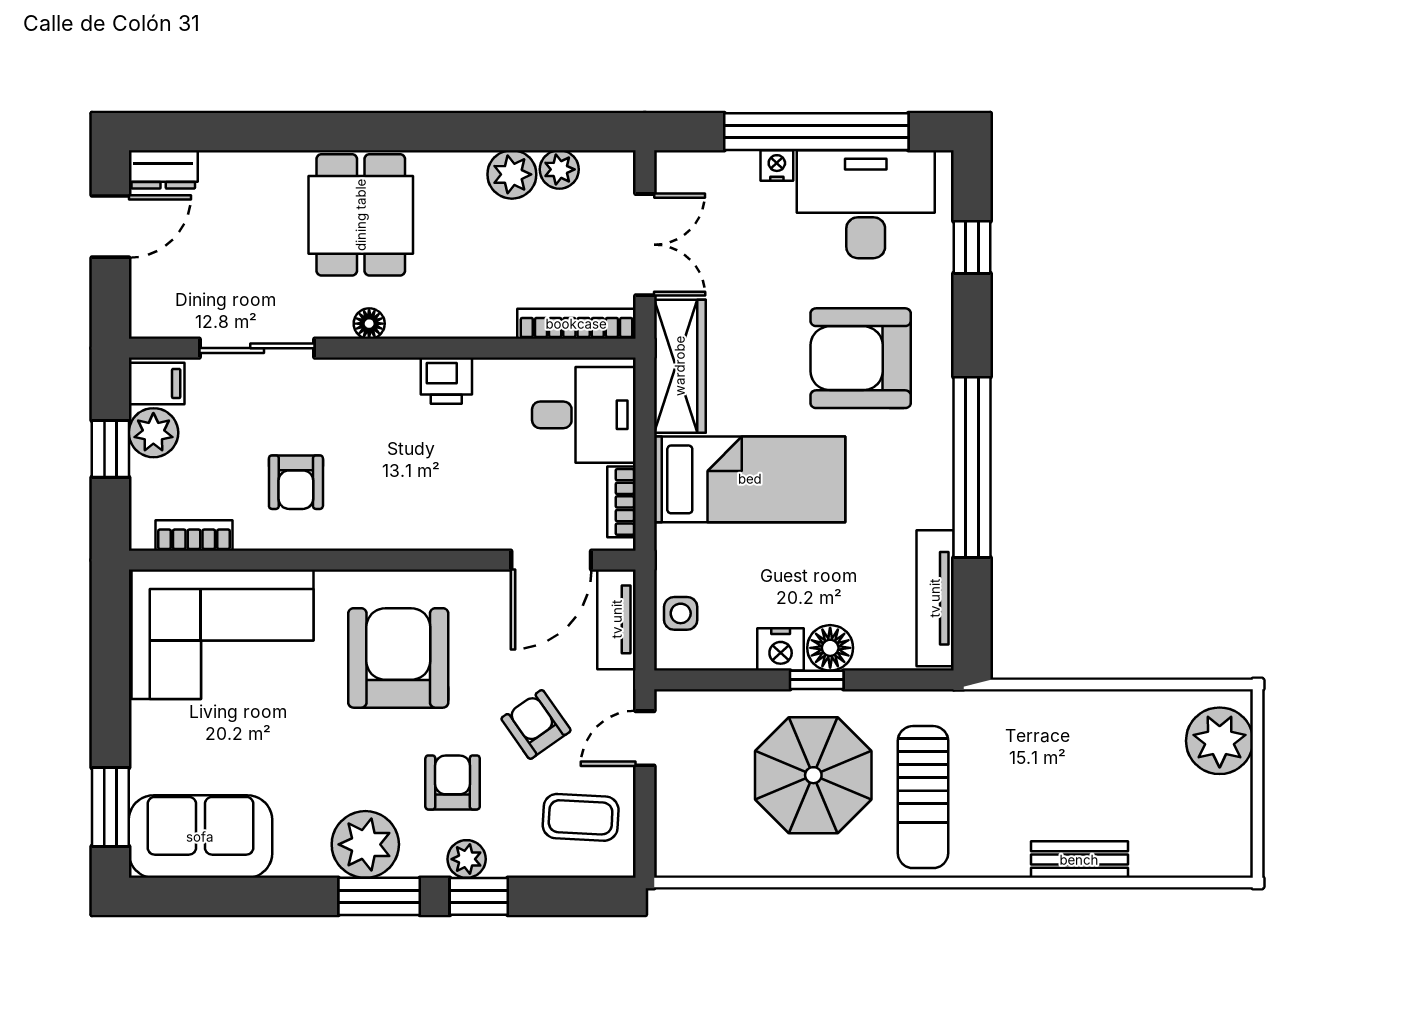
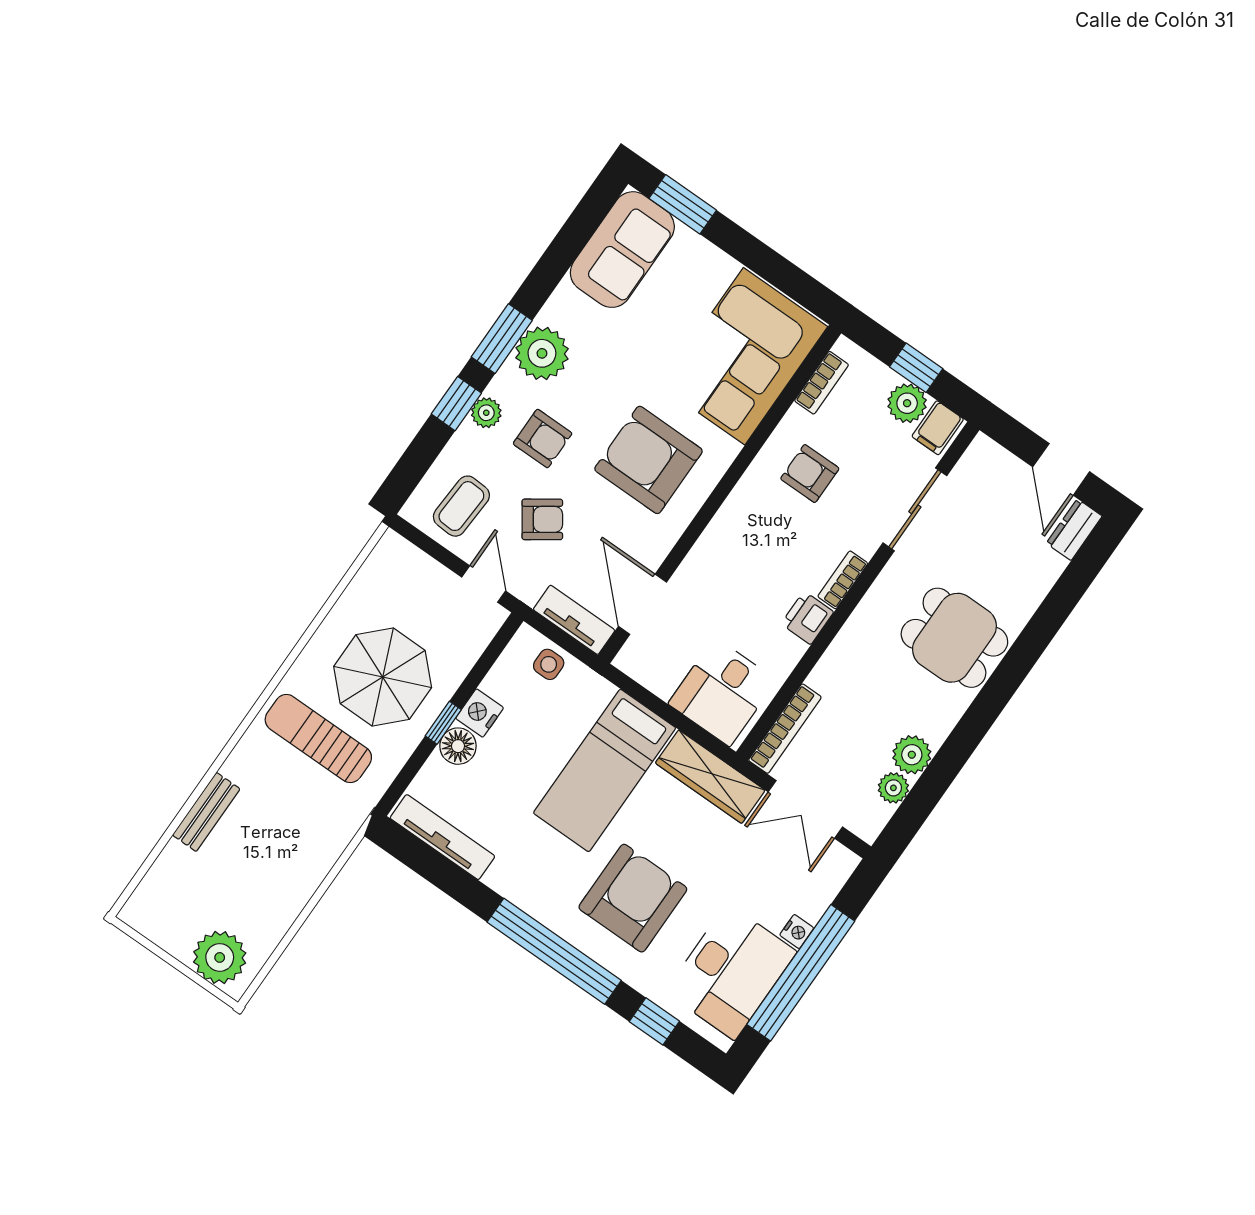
floor lamp: (369, 324) -> (880, 594), removed
window: (972, 467) -> (554, 951), moved
bookcase: (621, 502) -> (843, 580), moved, turned -90
armchair: (398, 658) -> (649, 460), turned 180

